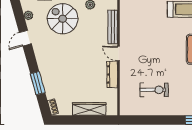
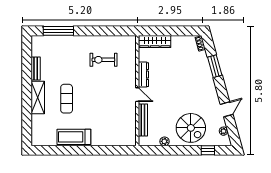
wardrobe: (89, 109) -> (155, 41), moved

